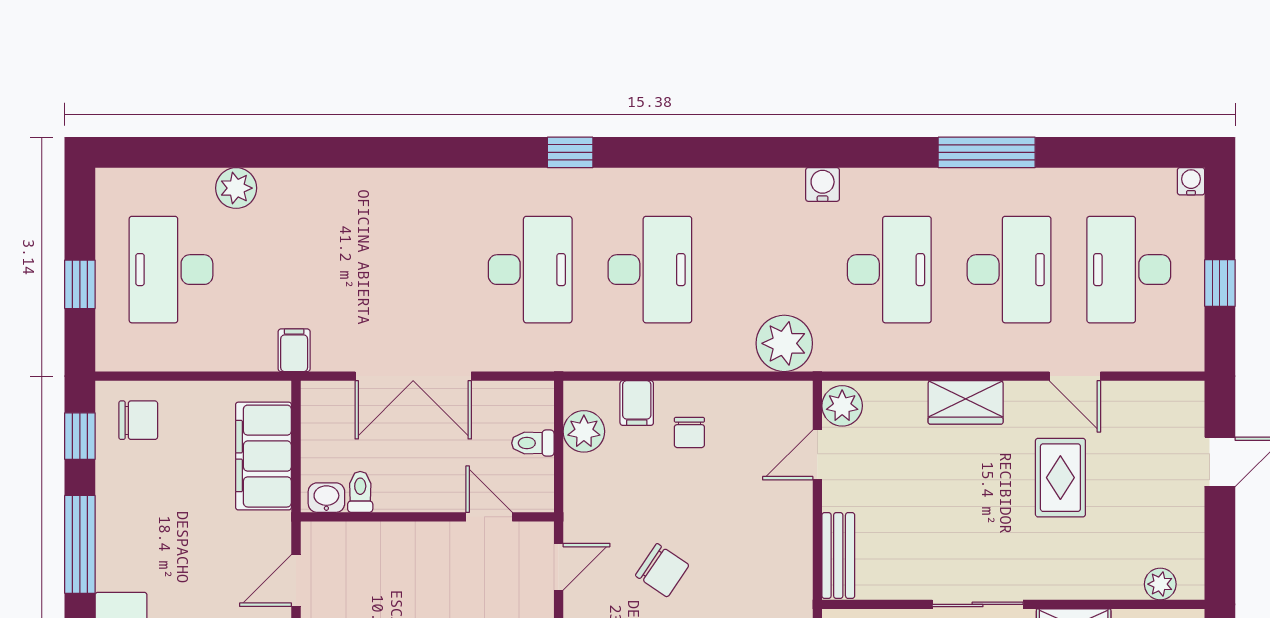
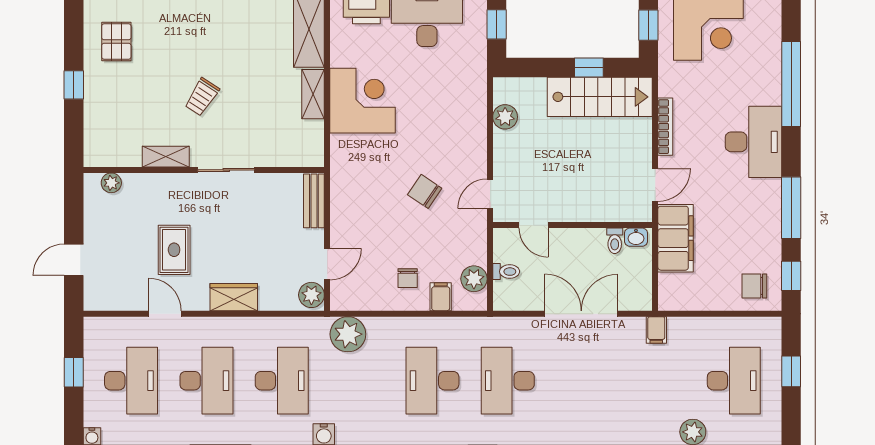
desk: (889, 270) -> (282, 381), turned 180
desk: (1009, 270) -> (206, 381), turned 180
chair: (689, 432) -> (408, 278), turned 180
filing cabinet: (264, 456) -> (676, 238), moved

